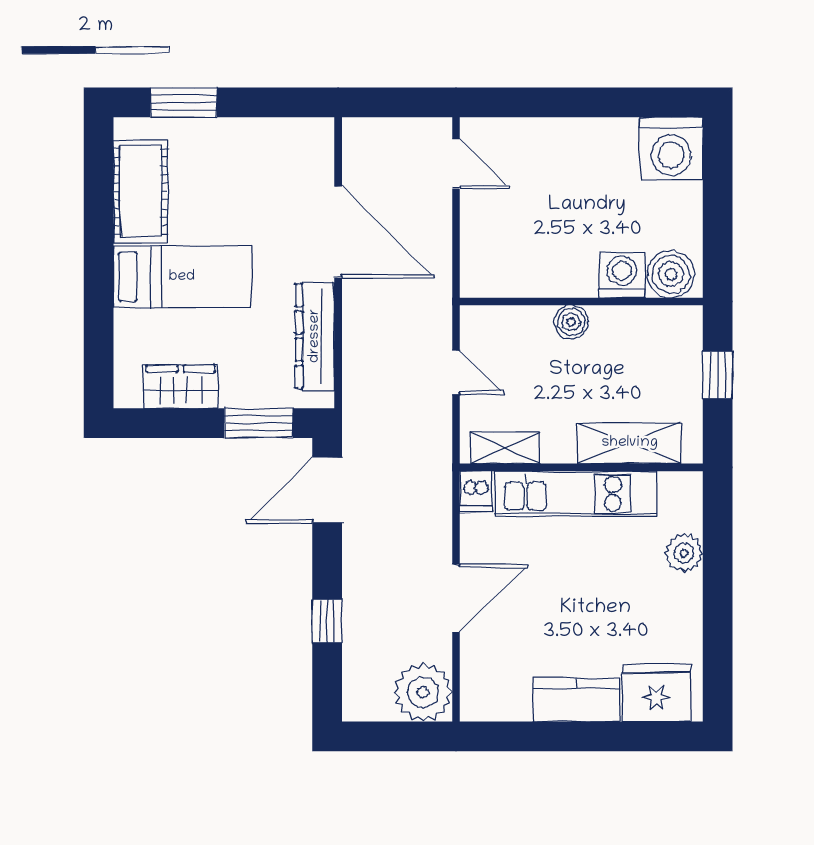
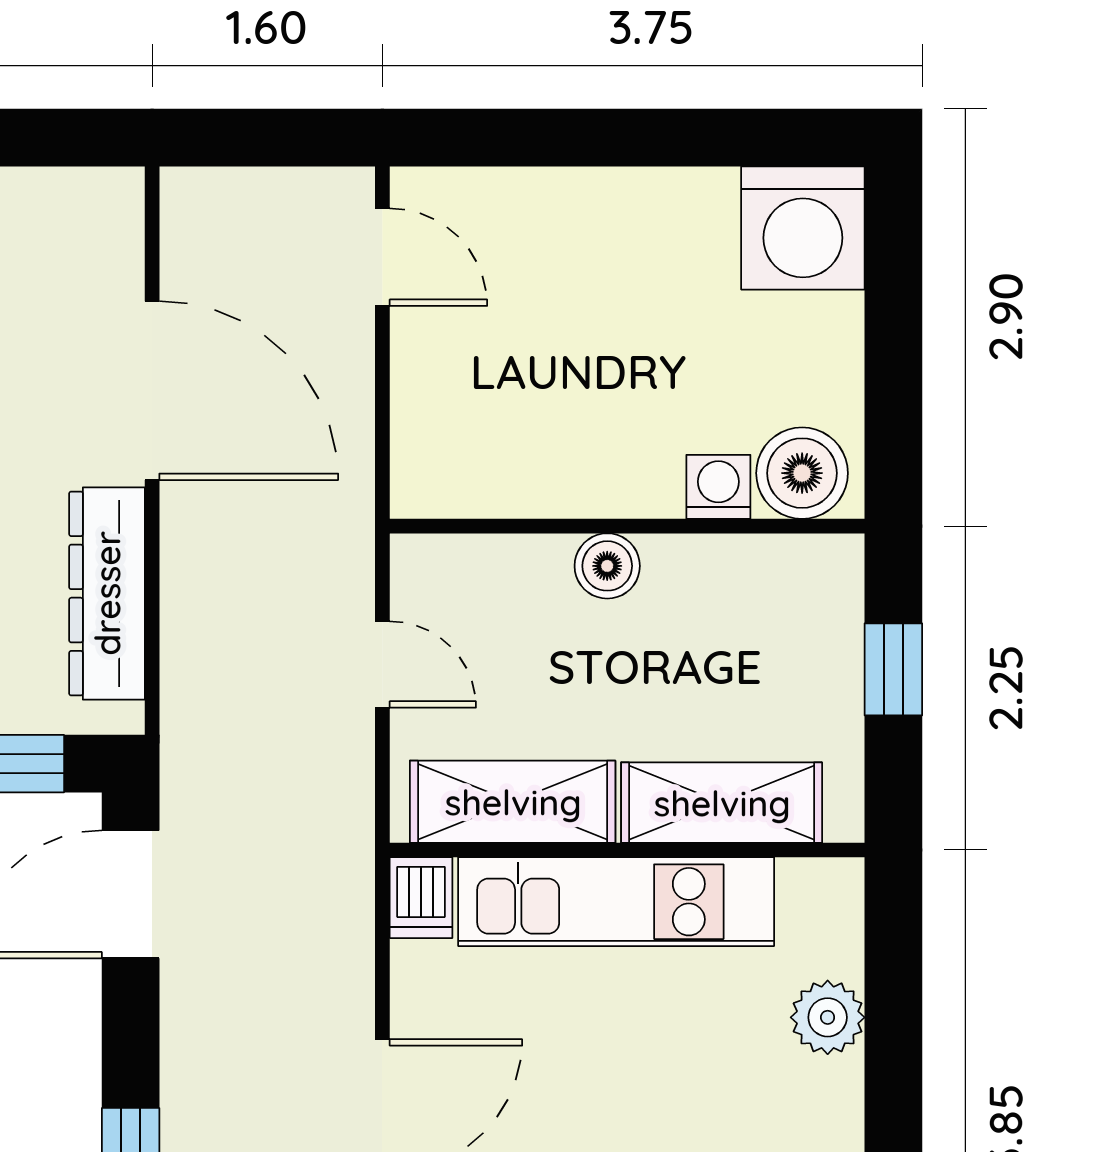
washing machine: (622, 275) -> (718, 487), width x0.73, depth x0.73
shelving: (505, 448) -> (513, 802), width x1.50, depth x1.33

